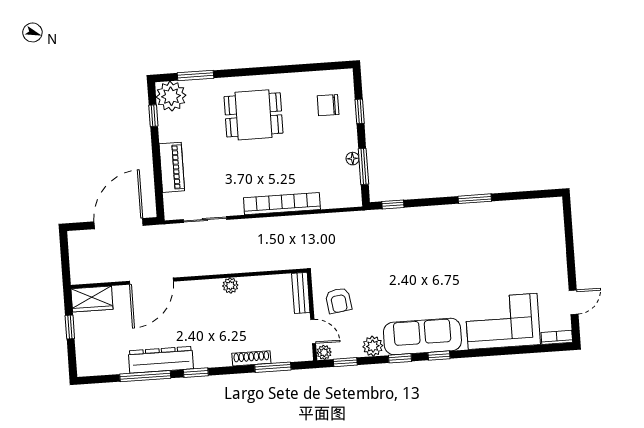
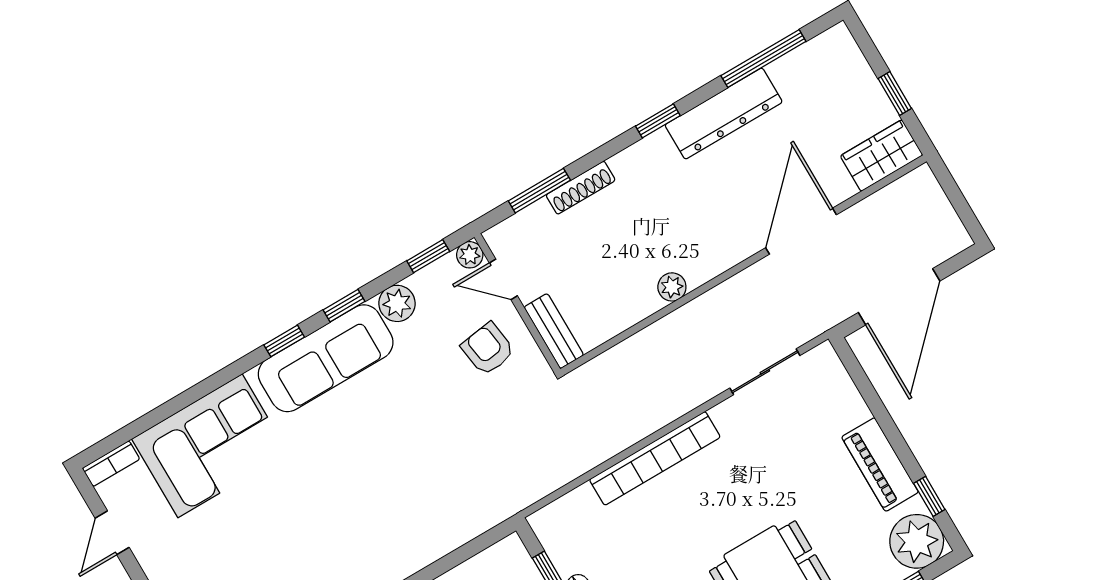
piano: (172, 167) -> (880, 465), moved
window: (393, 204) -> (477, 545), removed
window: (145, 376) -> (763, 59), moved

